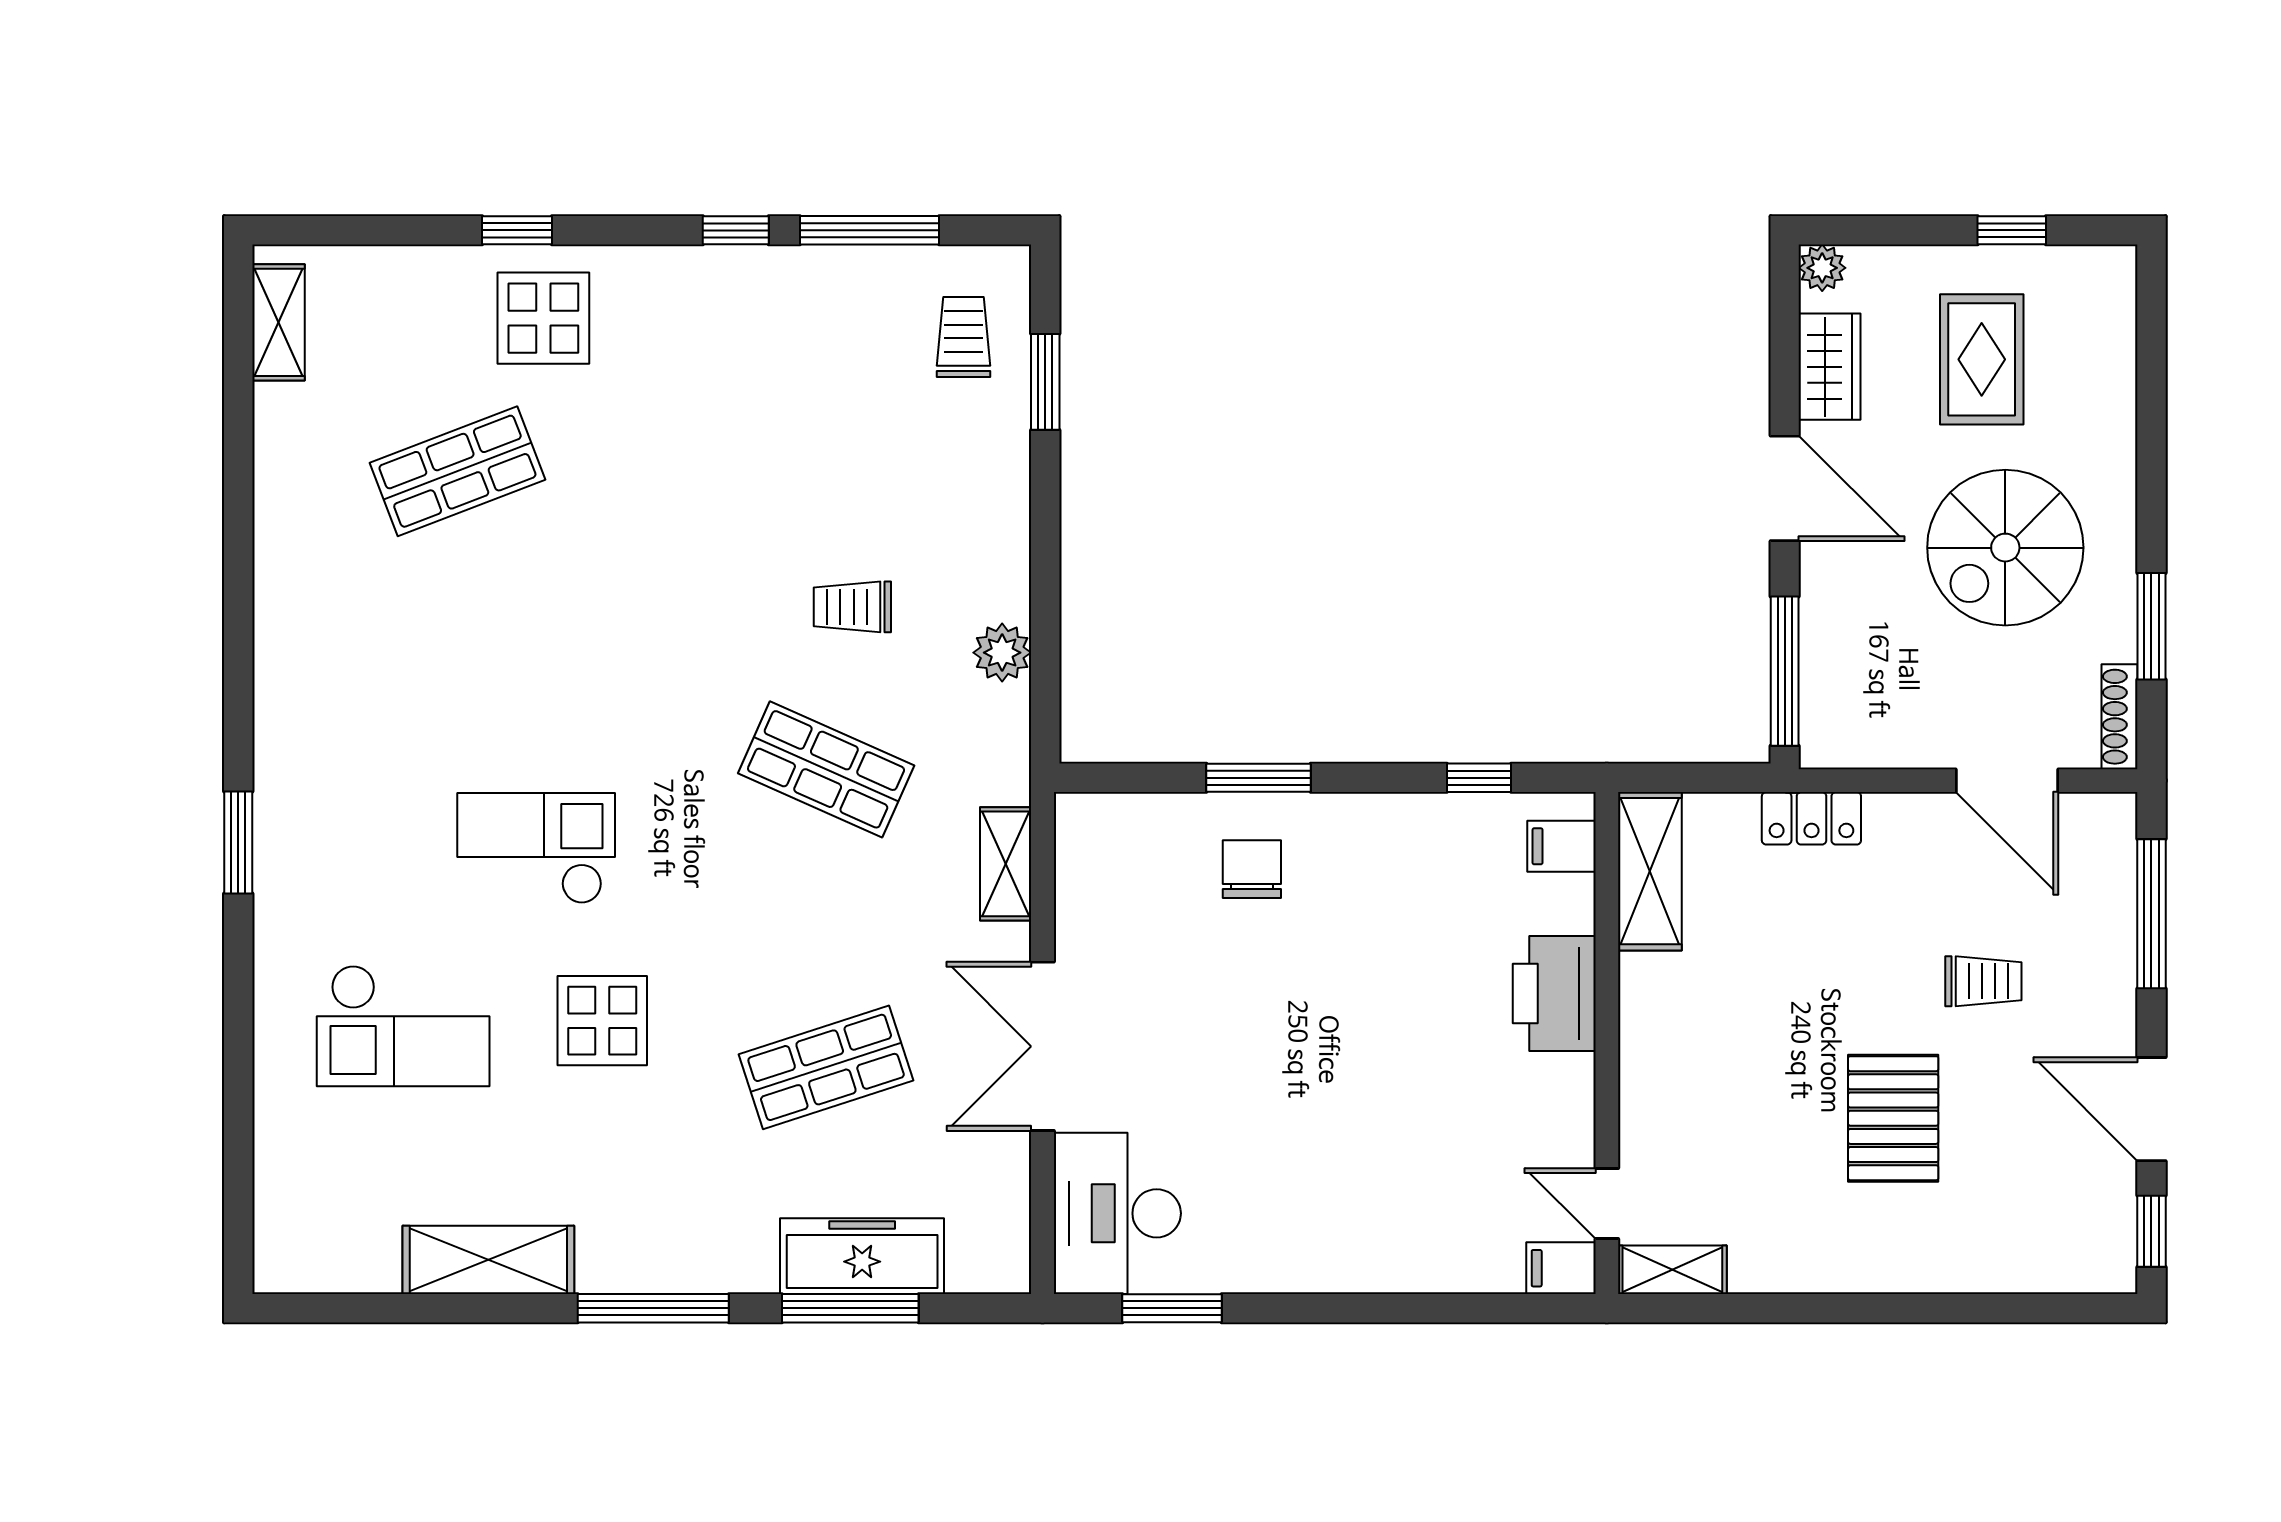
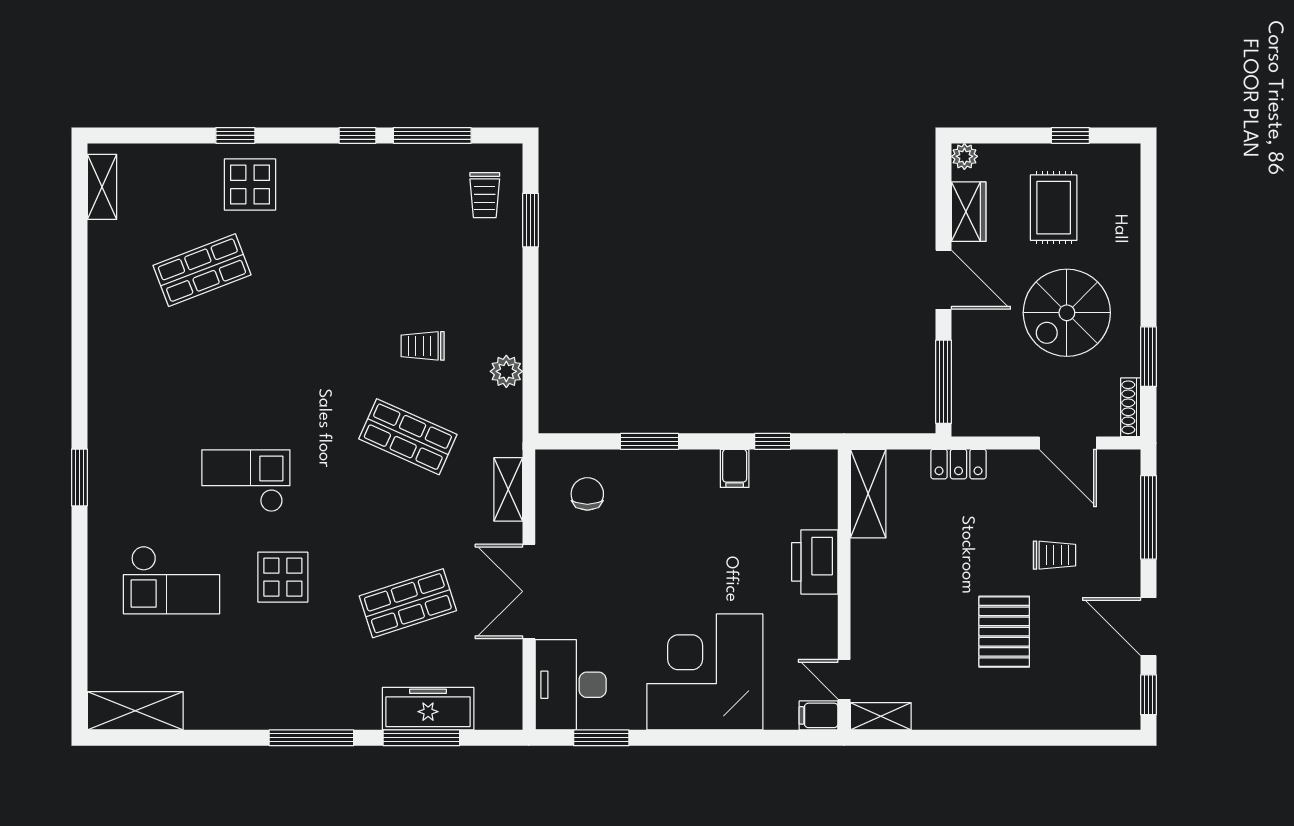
trolley: (964, 337) -> (485, 195), turned 180
filing cabinet: (1561, 846) -> (735, 468), moved, turned -90
chair: (1252, 869) -> (587, 494), moved
corner desk: (1357, 1190) -> (705, 672), added
shelving: (488, 1260) -> (135, 711), moved

